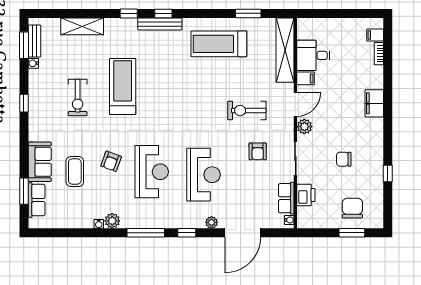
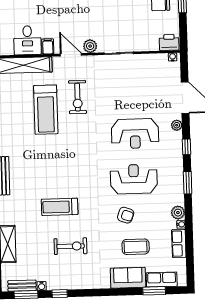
treadmill: (219, 44) -> (46, 110), moved
treadmill: (123, 86) -> (60, 207), width x0.73, depth x0.73
window: (24, 103) -> (60, 294), moved
armchair: (258, 151) -> (113, 87), removed
chair: (344, 159) -> (118, 11), removed
reception desk: (203, 175) -> (135, 134), turned 180
printer: (306, 195) -> (169, 43), moved
row of seats: (286, 198) -> (179, 243), moved, turned 90
window: (146, 233) -> (188, 183), width x0.69

